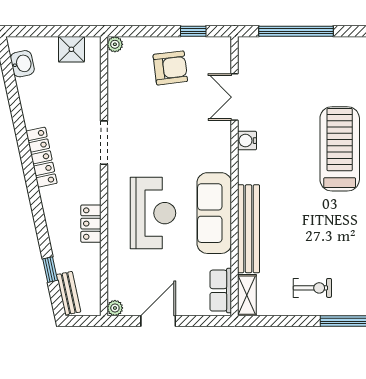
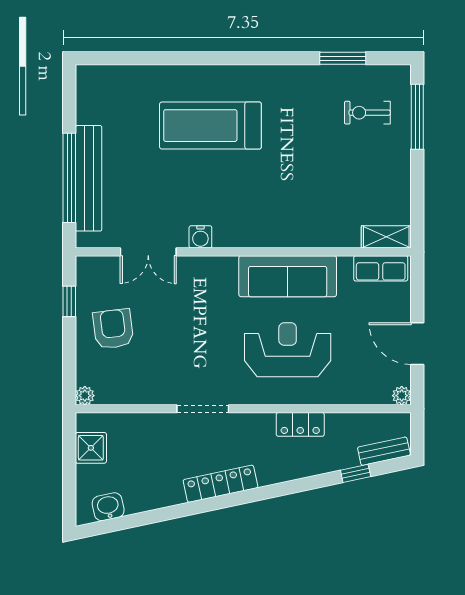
bench: (249, 229) -> (89, 178), moved, turned 90
exercise bike: (312, 288) -> (367, 113), moved, turned -90

